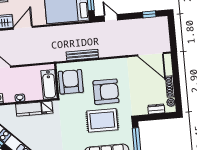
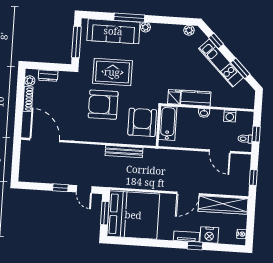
window: (149, 14) -> (60, 188), moved
armchair: (71, 82) -> (142, 122), turned 180

